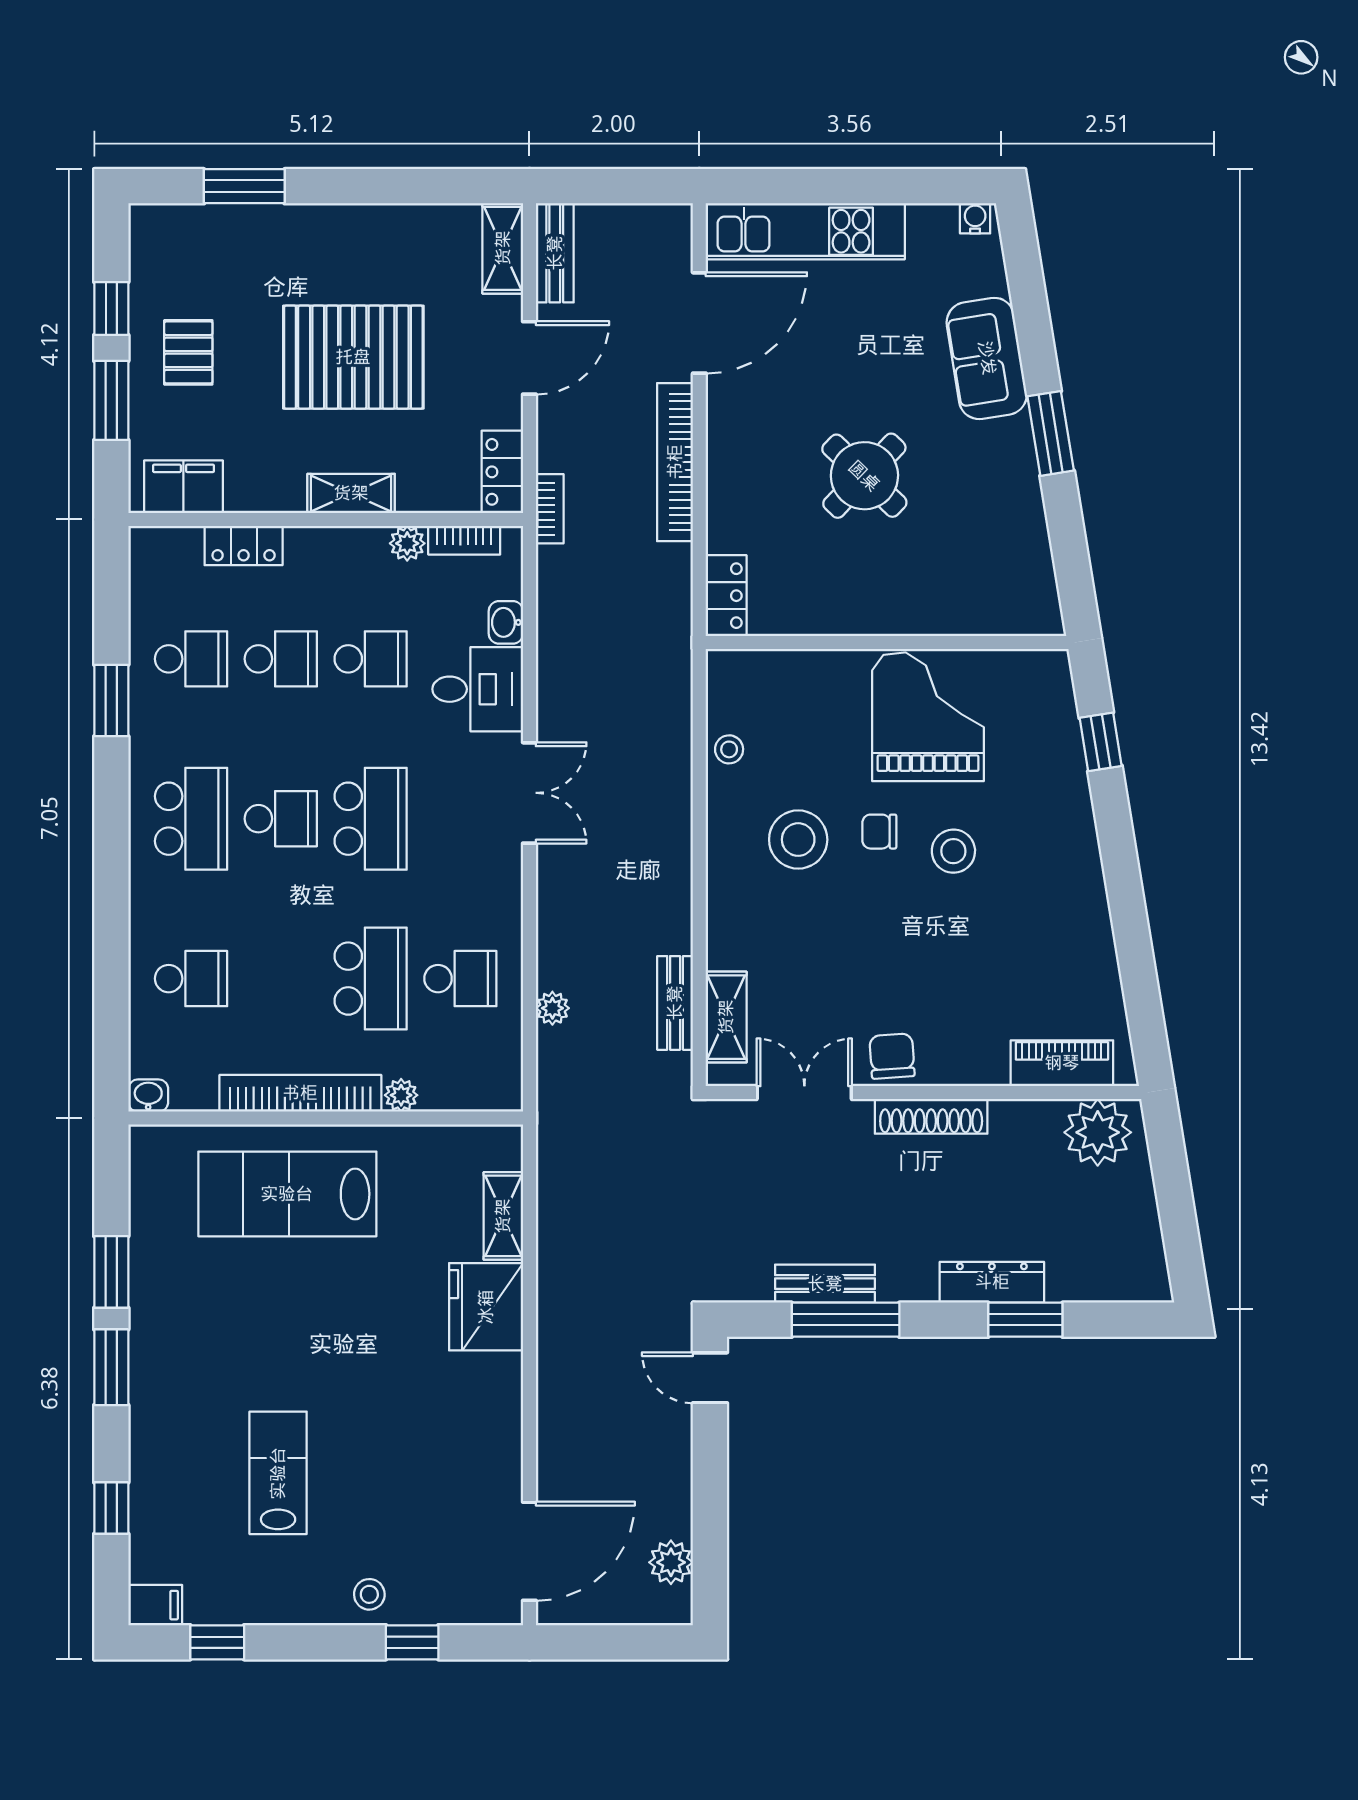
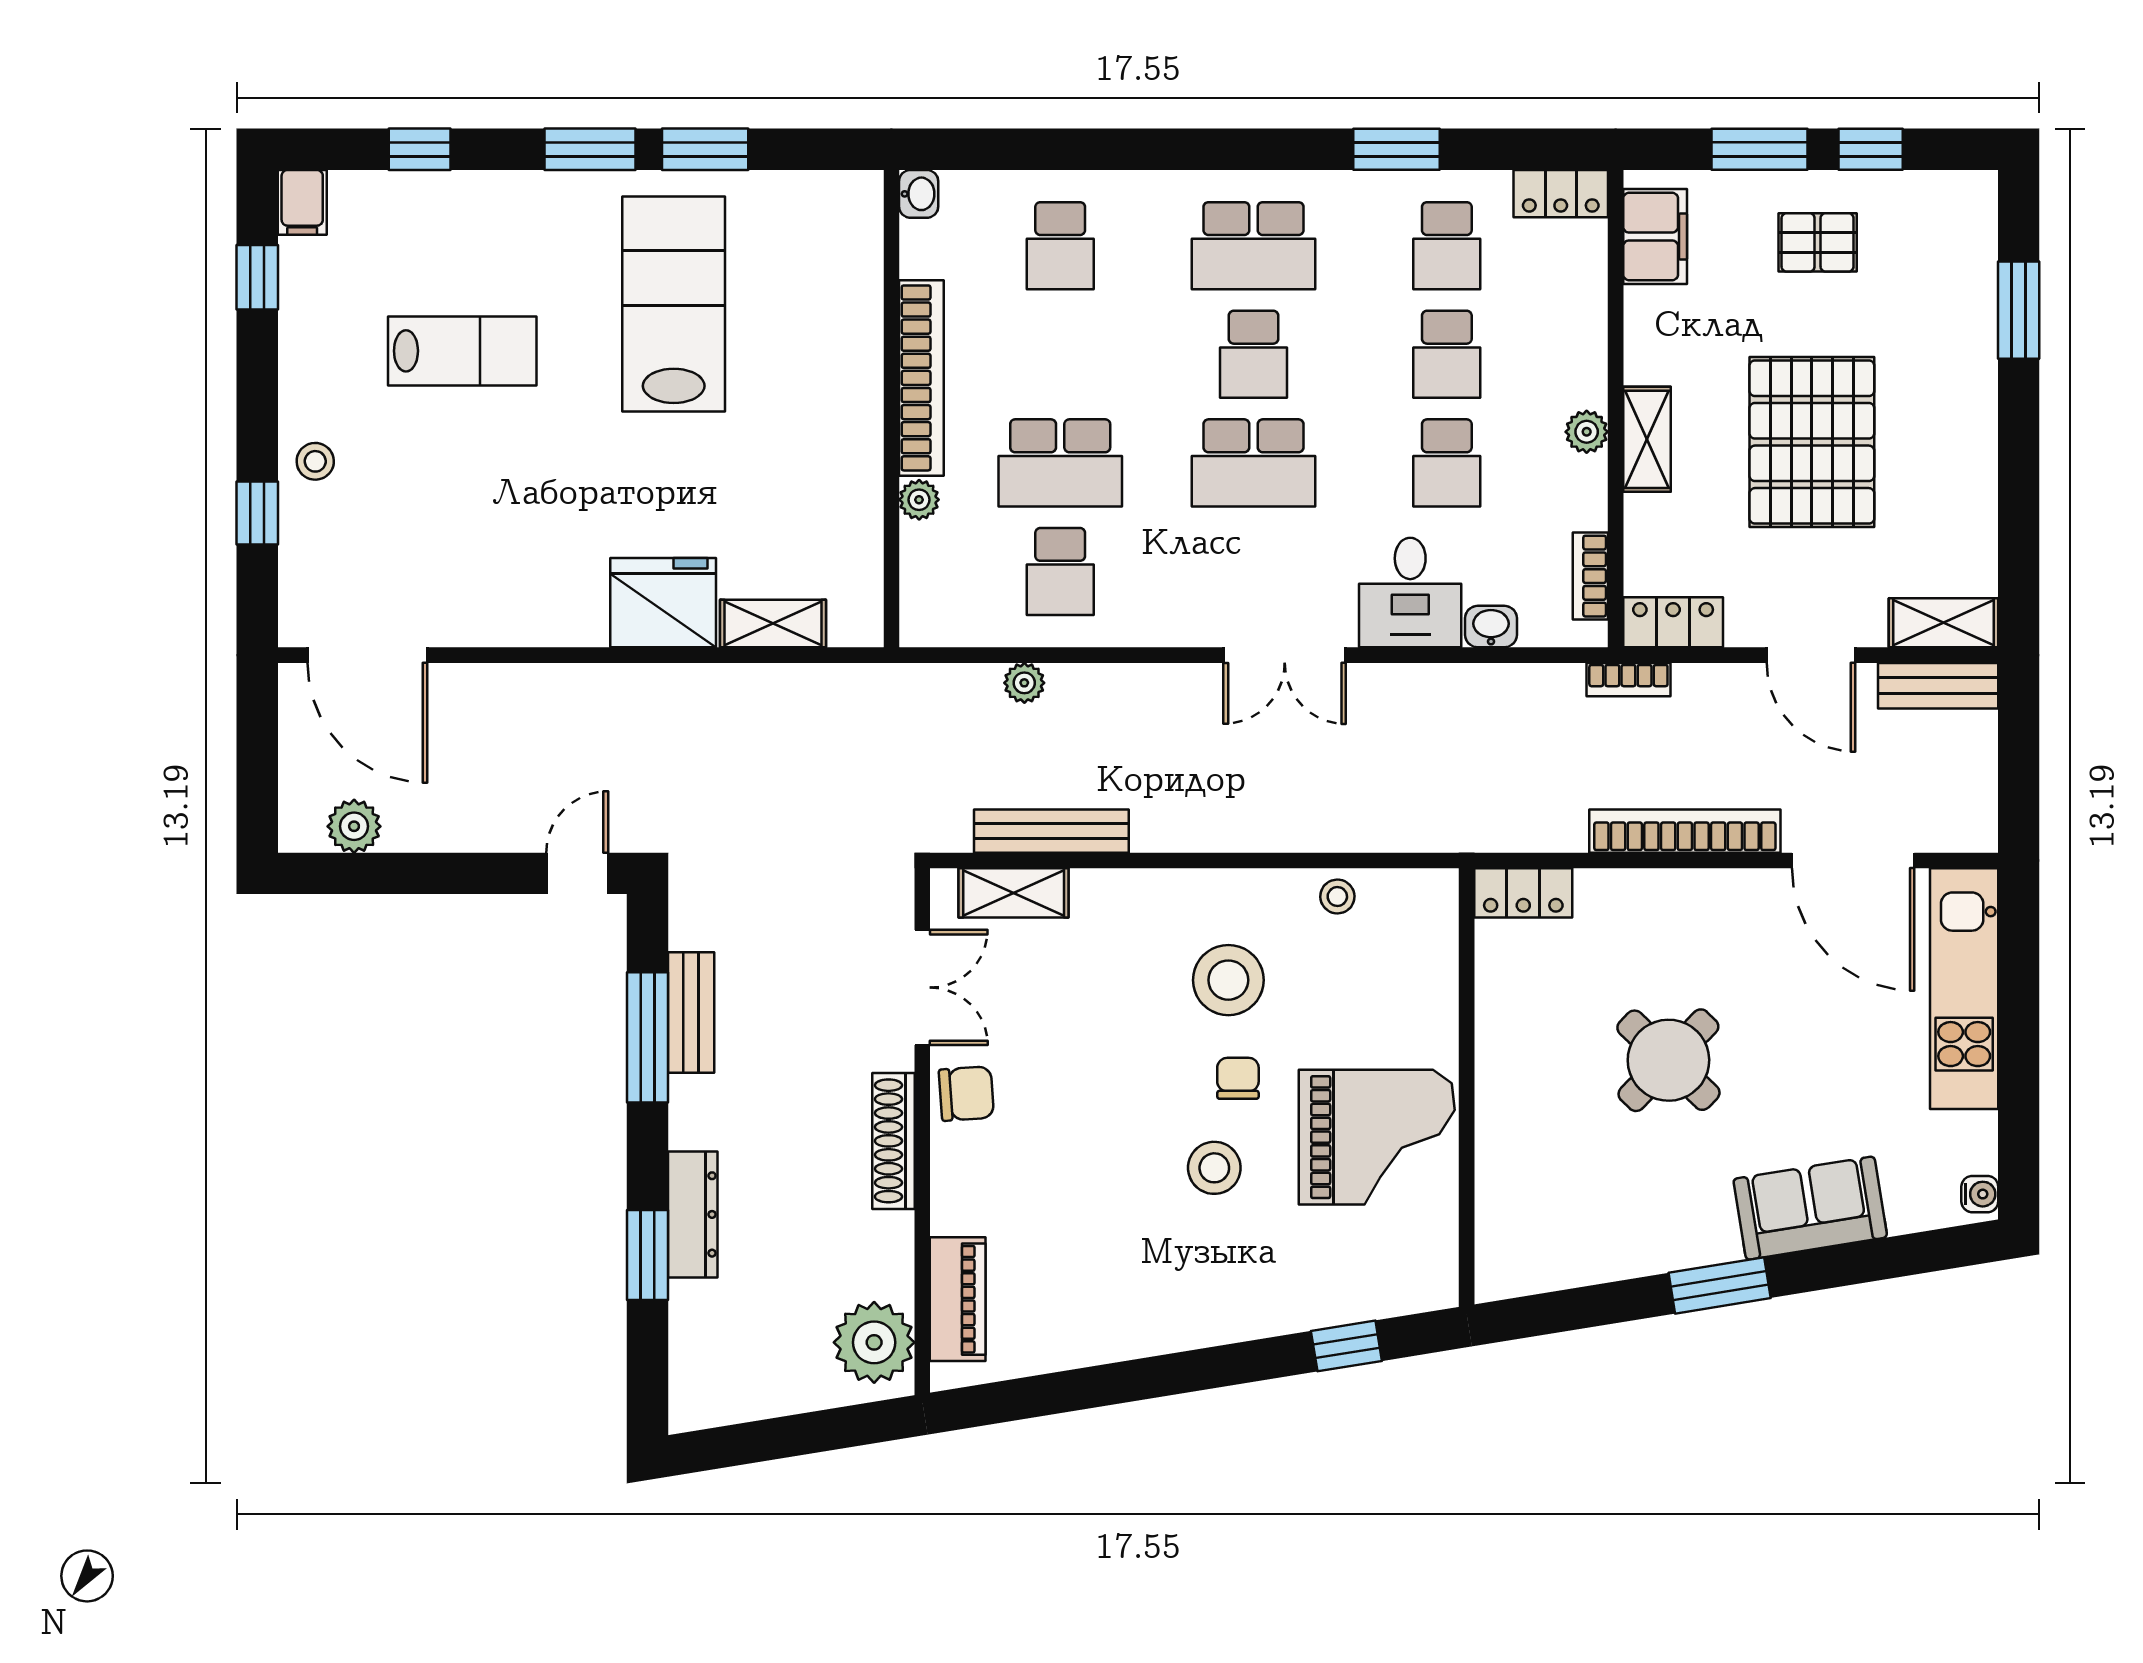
plant: (407, 543) -> (1587, 432), moved
locker: (244, 545) -> (1561, 194), moved, turned -90
bench: (675, 1003) -> (1051, 831), width x1.36
lab bench: (287, 1194) -> (674, 304), moved

